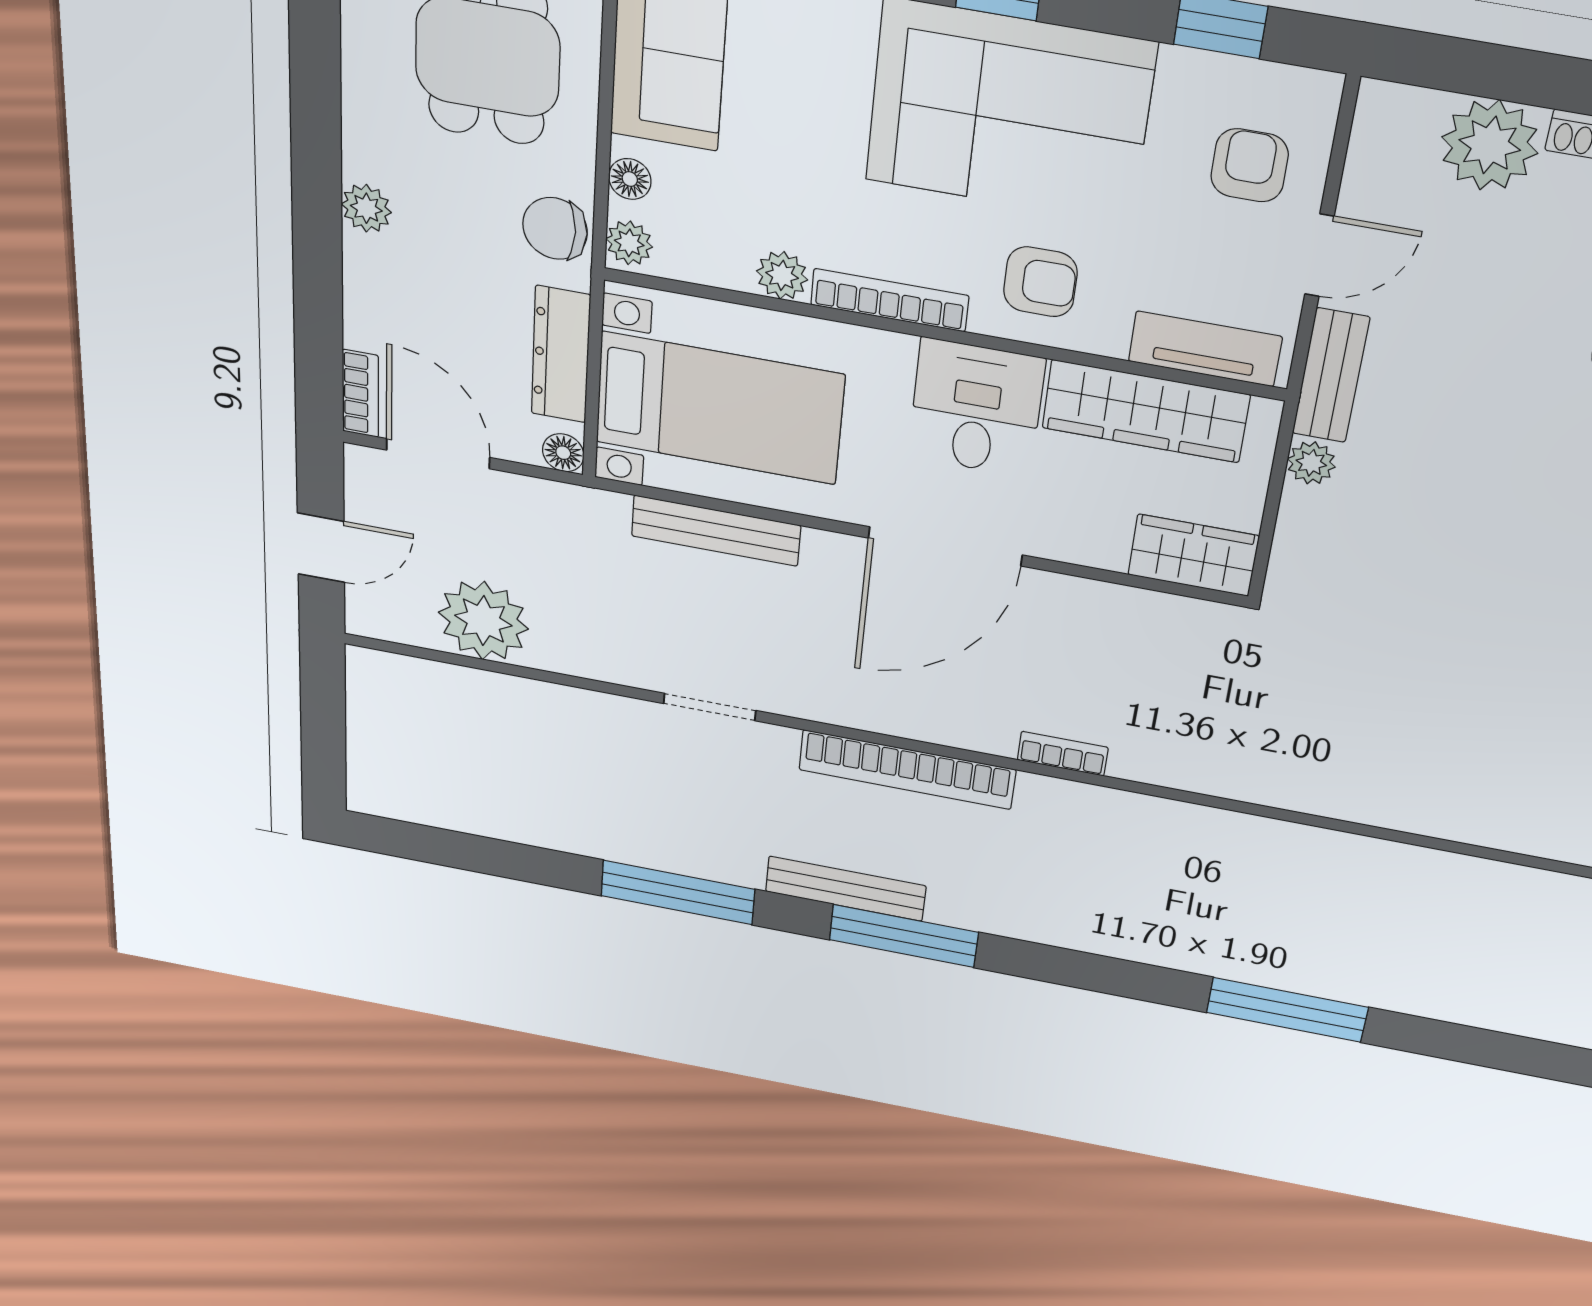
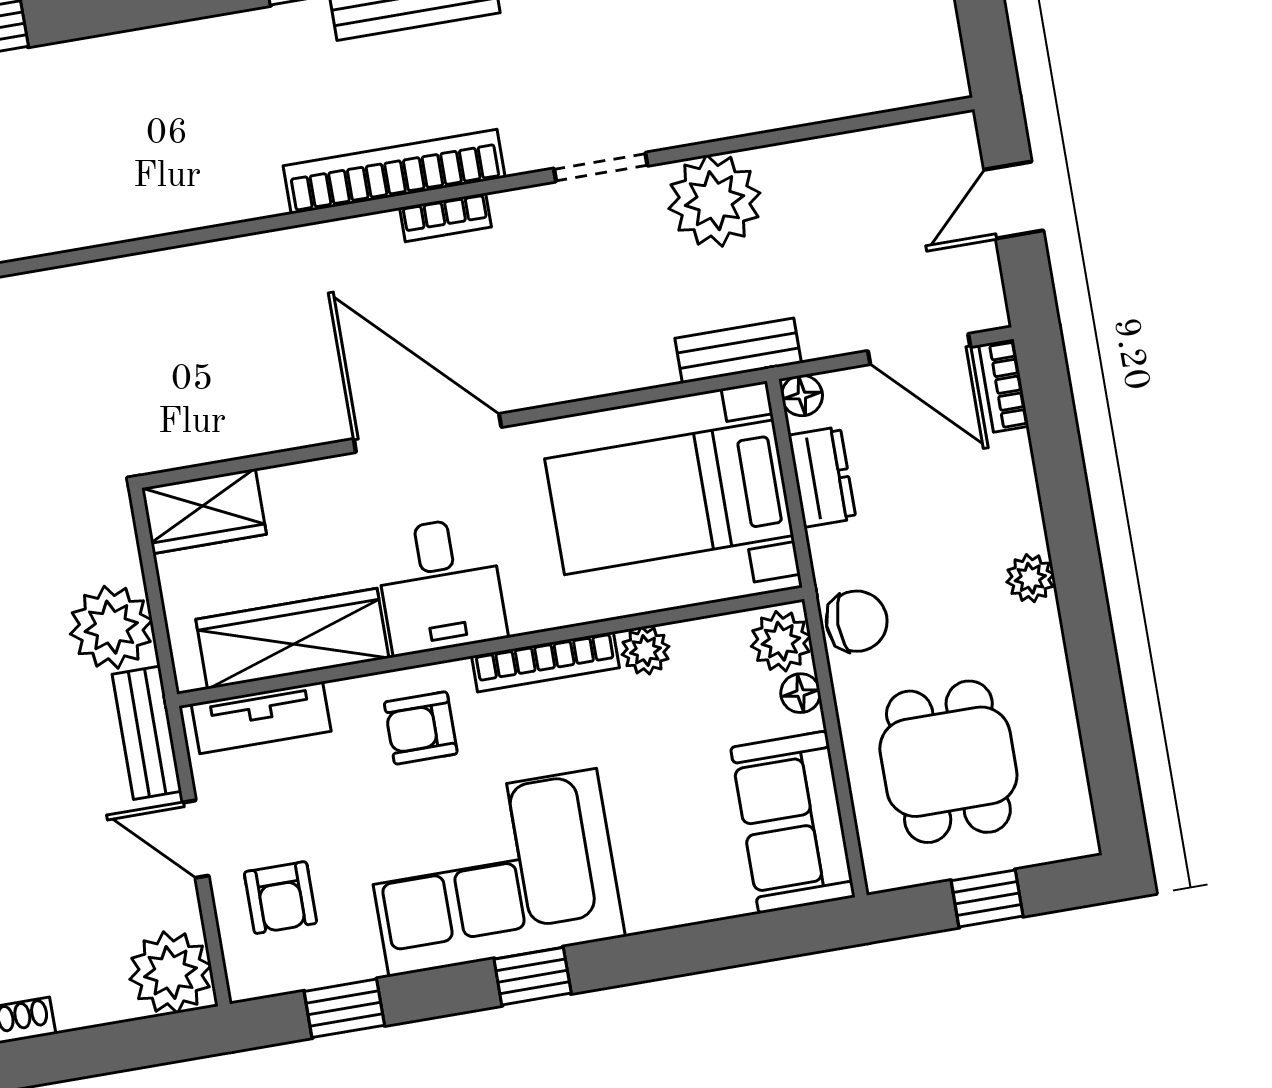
plant: (1490, 145) -> (170, 972), moved
plant: (629, 243) -> (781, 641), width x1.38, depth x1.38
door: (1319, 255) -> (196, 839), hinge flipped
dresser: (561, 355) -> (822, 477), width x0.70
plant: (1311, 463) -> (111, 627), width x1.87, depth x1.87
bench: (716, 531) -> (738, 351), moved, width x0.73
door: (945, 546) -> (428, 433), hinge flipped
plant: (483, 621) -> (714, 201), moved
bookcase: (1063, 754) -> (445, 217), moved

